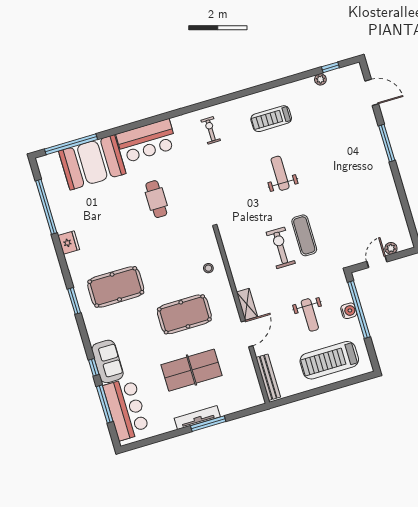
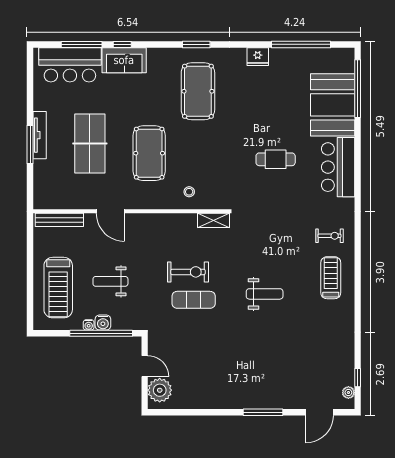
plant: (320, 79) -> (348, 393), moved
treadmill: (271, 119) -> (331, 278), moved
plant: (391, 248) -> (160, 390), width x1.87, depth x1.87
shelving: (247, 304) -> (214, 220), moved
water cooler: (355, 323) -> (89, 325), added
treadmill: (329, 360) -> (58, 288), turned 180

